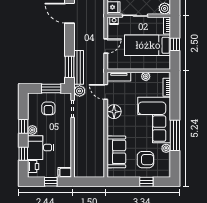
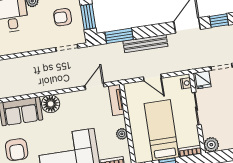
bench: (79, 67) -> (145, 44), moved
plant: (80, 91) -> (91, 53), removed
floor lamp: (114, 112) -> (51, 104), moved

